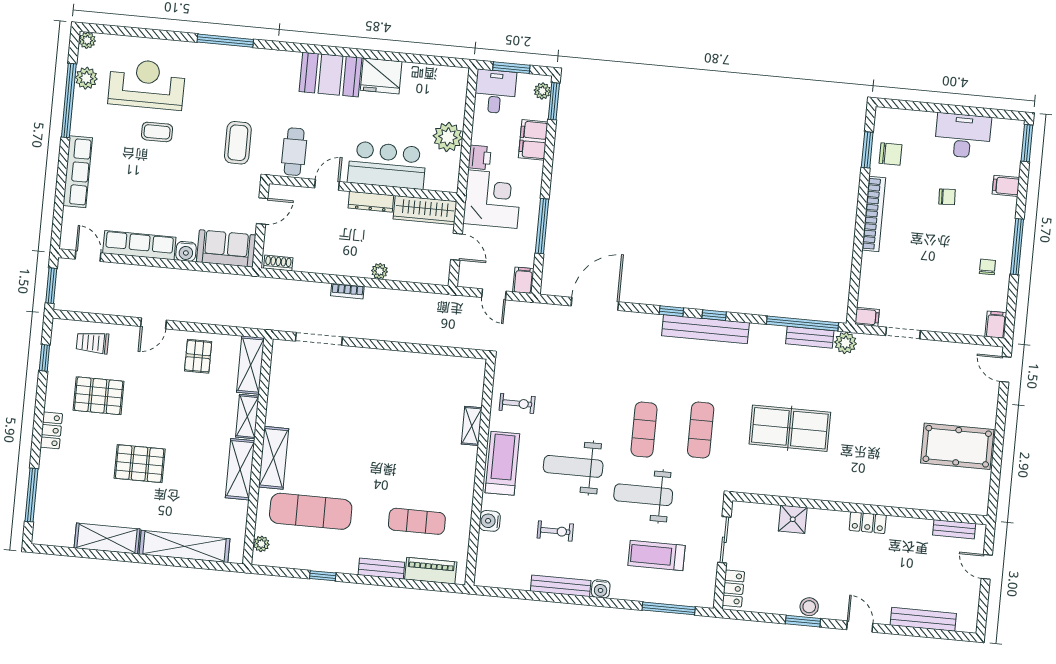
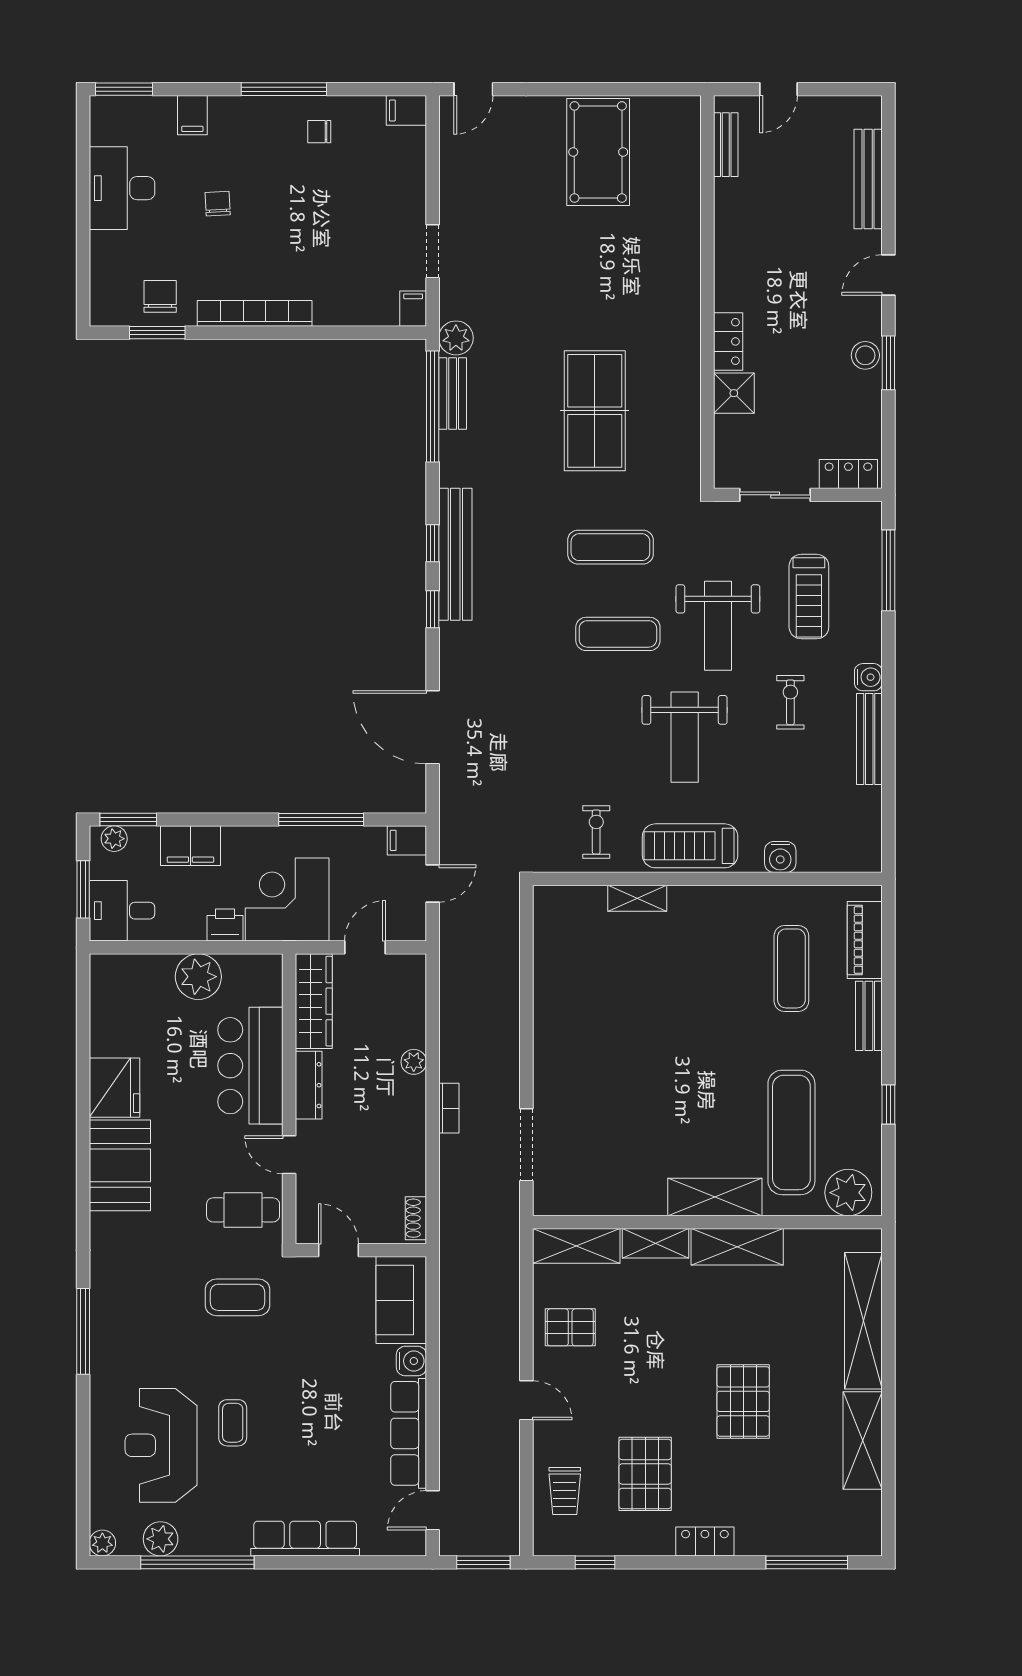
locker: (868, 523) -> (728, 341), moved
exercise bike: (555, 531) -> (790, 702), moved
plant: (261, 544) -> (848, 1193), width x1.87, depth x1.87

